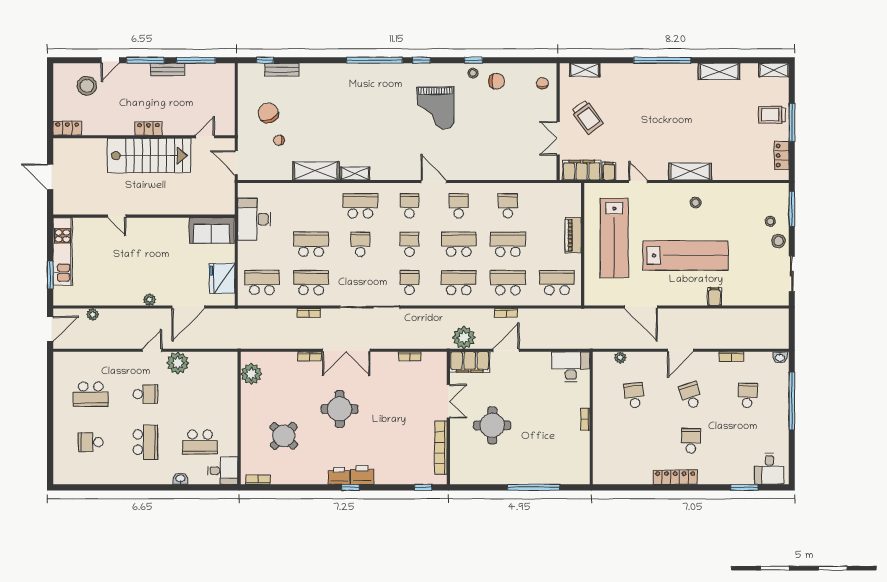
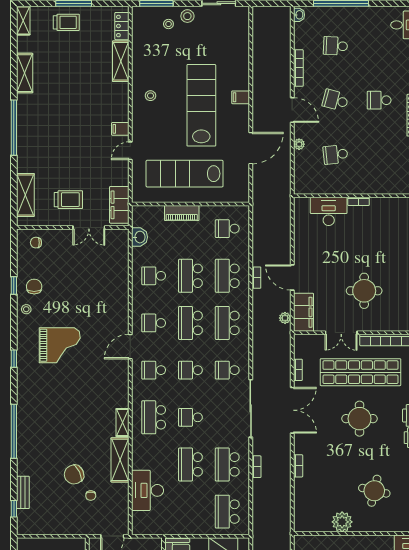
window: (374, 60) -> (14, 431), moved
window: (474, 60) -> (14, 285), moved
shelving: (585, 70) -> (25, 195), width x1.50, depth x1.33
chair: (268, 113) -> (74, 474), moved
trolley: (772, 115) -> (66, 22), turned -90
trolley: (587, 117) -> (68, 200), turned 36
locker: (782, 155) -> (122, 26), moved, turned 90
filing cabinet: (609, 171) -> (120, 129), moved
shelving: (690, 172) -> (121, 61), moved
washbasin: (548, 191) -> (140, 237), added
desk: (254, 219) -> (147, 490), moved, turned 90
lab bench: (614, 238) -> (185, 174), turned 180
school desk: (557, 283) -> (227, 229), width x0.54
filing cabinet: (714, 296) -> (241, 97), moved
plant: (464, 337) -> (285, 318), width x0.53, depth x0.53
double door: (346, 350) -> (292, 410), moved
bookcase: (731, 357) -> (298, 68), width x1.56
plant: (620, 358) -> (299, 144), moved
desk: (571, 367) -> (329, 211), moved, turned 90
plant: (251, 374) -> (342, 522), moved
school desk: (691, 395) -> (335, 100), turned 33
double door: (448, 401) -> (341, 333), swing flipped
round table: (340, 409) -> (360, 419), moved
shop shelf: (407, 421) -> (360, 372), added
round table: (284, 436) -> (374, 491), turned -31

